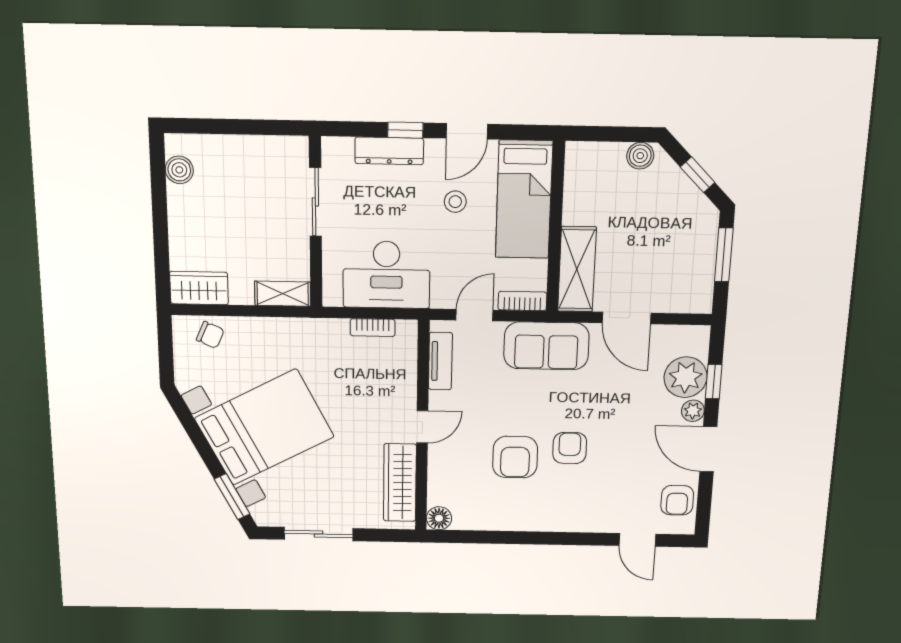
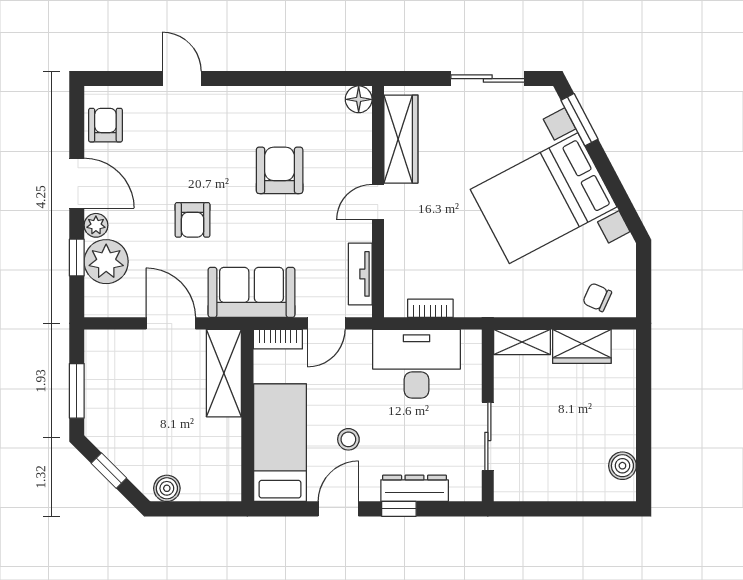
wardrobe: (199, 288) -> (582, 346), moved
armchair: (570, 448) -> (193, 220), moved
door: (637, 540) -> (182, 79), moved

